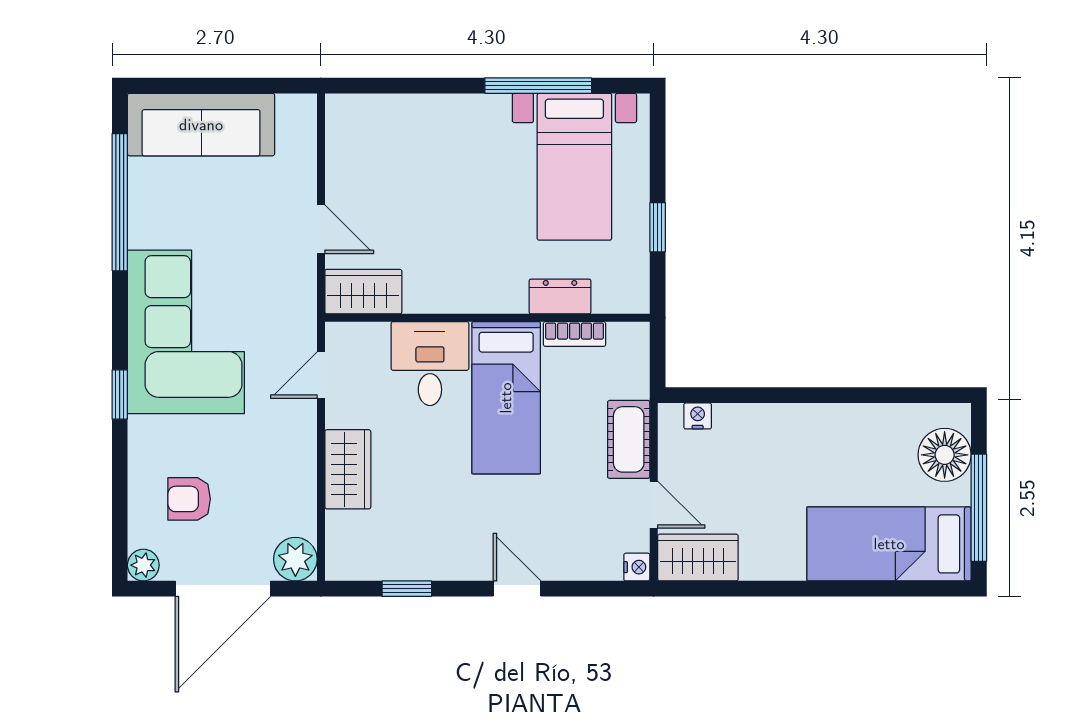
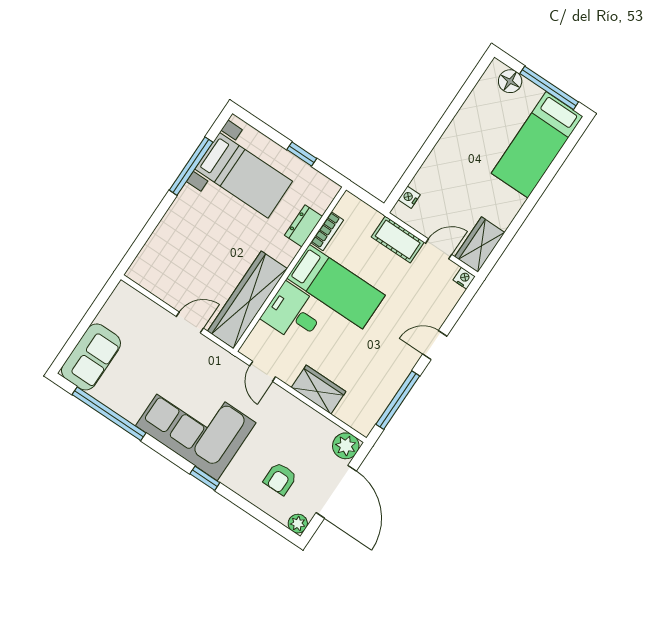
sofa: (201, 125) -> (91, 357), width x0.73
wardrobe: (363, 292) -> (247, 300), width x2.10, depth x1.17
floor lamp: (945, 455) -> (510, 81), width x0.73, depth x0.73
window: (407, 589) -> (398, 400), width x2.17

